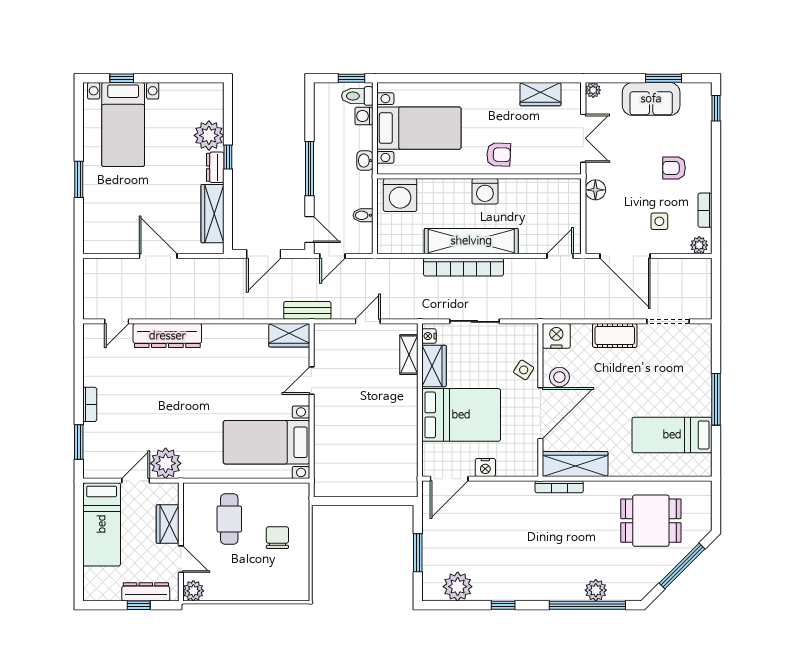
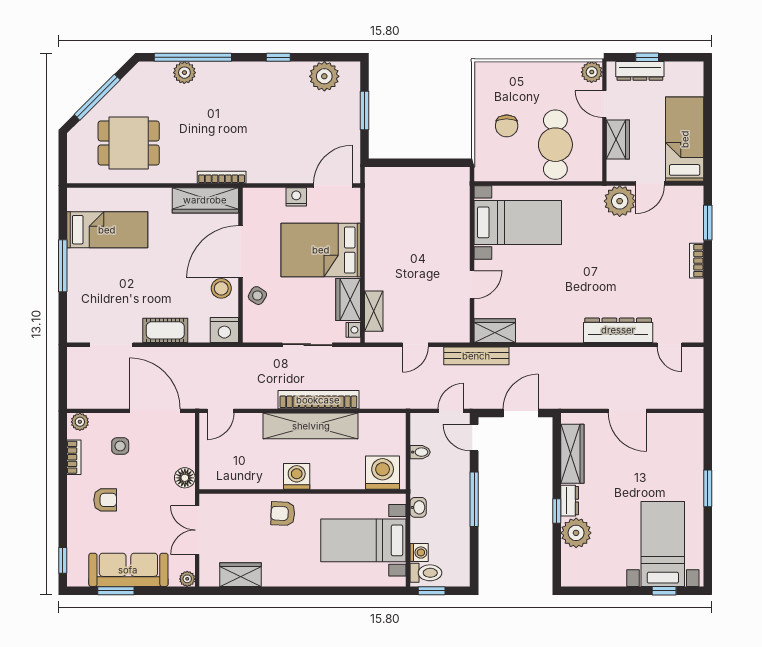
sofa: (651, 99) -> (128, 570), width x1.36
bench: (307, 310) -> (476, 356), width x1.36
door: (117, 321) -> (669, 345), swing flipped
cafe table: (229, 519) -> (555, 145), width x1.37, depth x1.35

